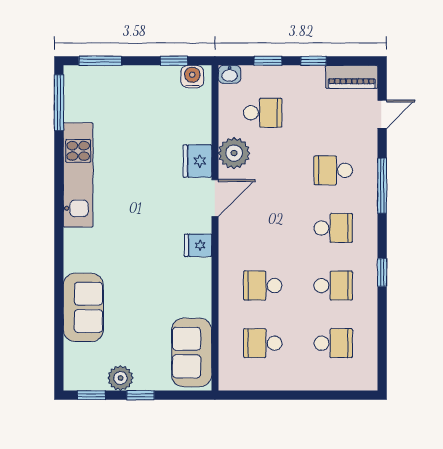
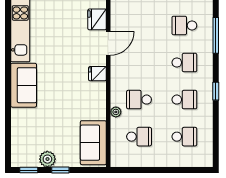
plant: (234, 153) -> (116, 112), moved, width x0.53, depth x0.53
sofa: (83, 307) -> (24, 85), moved
school desk: (263, 343) -> (139, 137), turned 180

